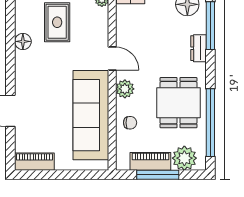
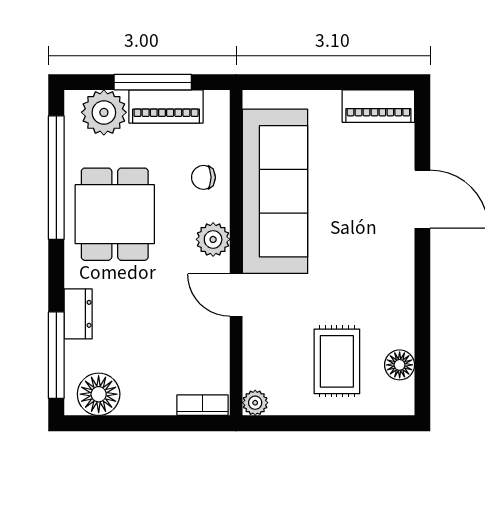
floor lamp: (23, 41) -> (400, 365), moved

